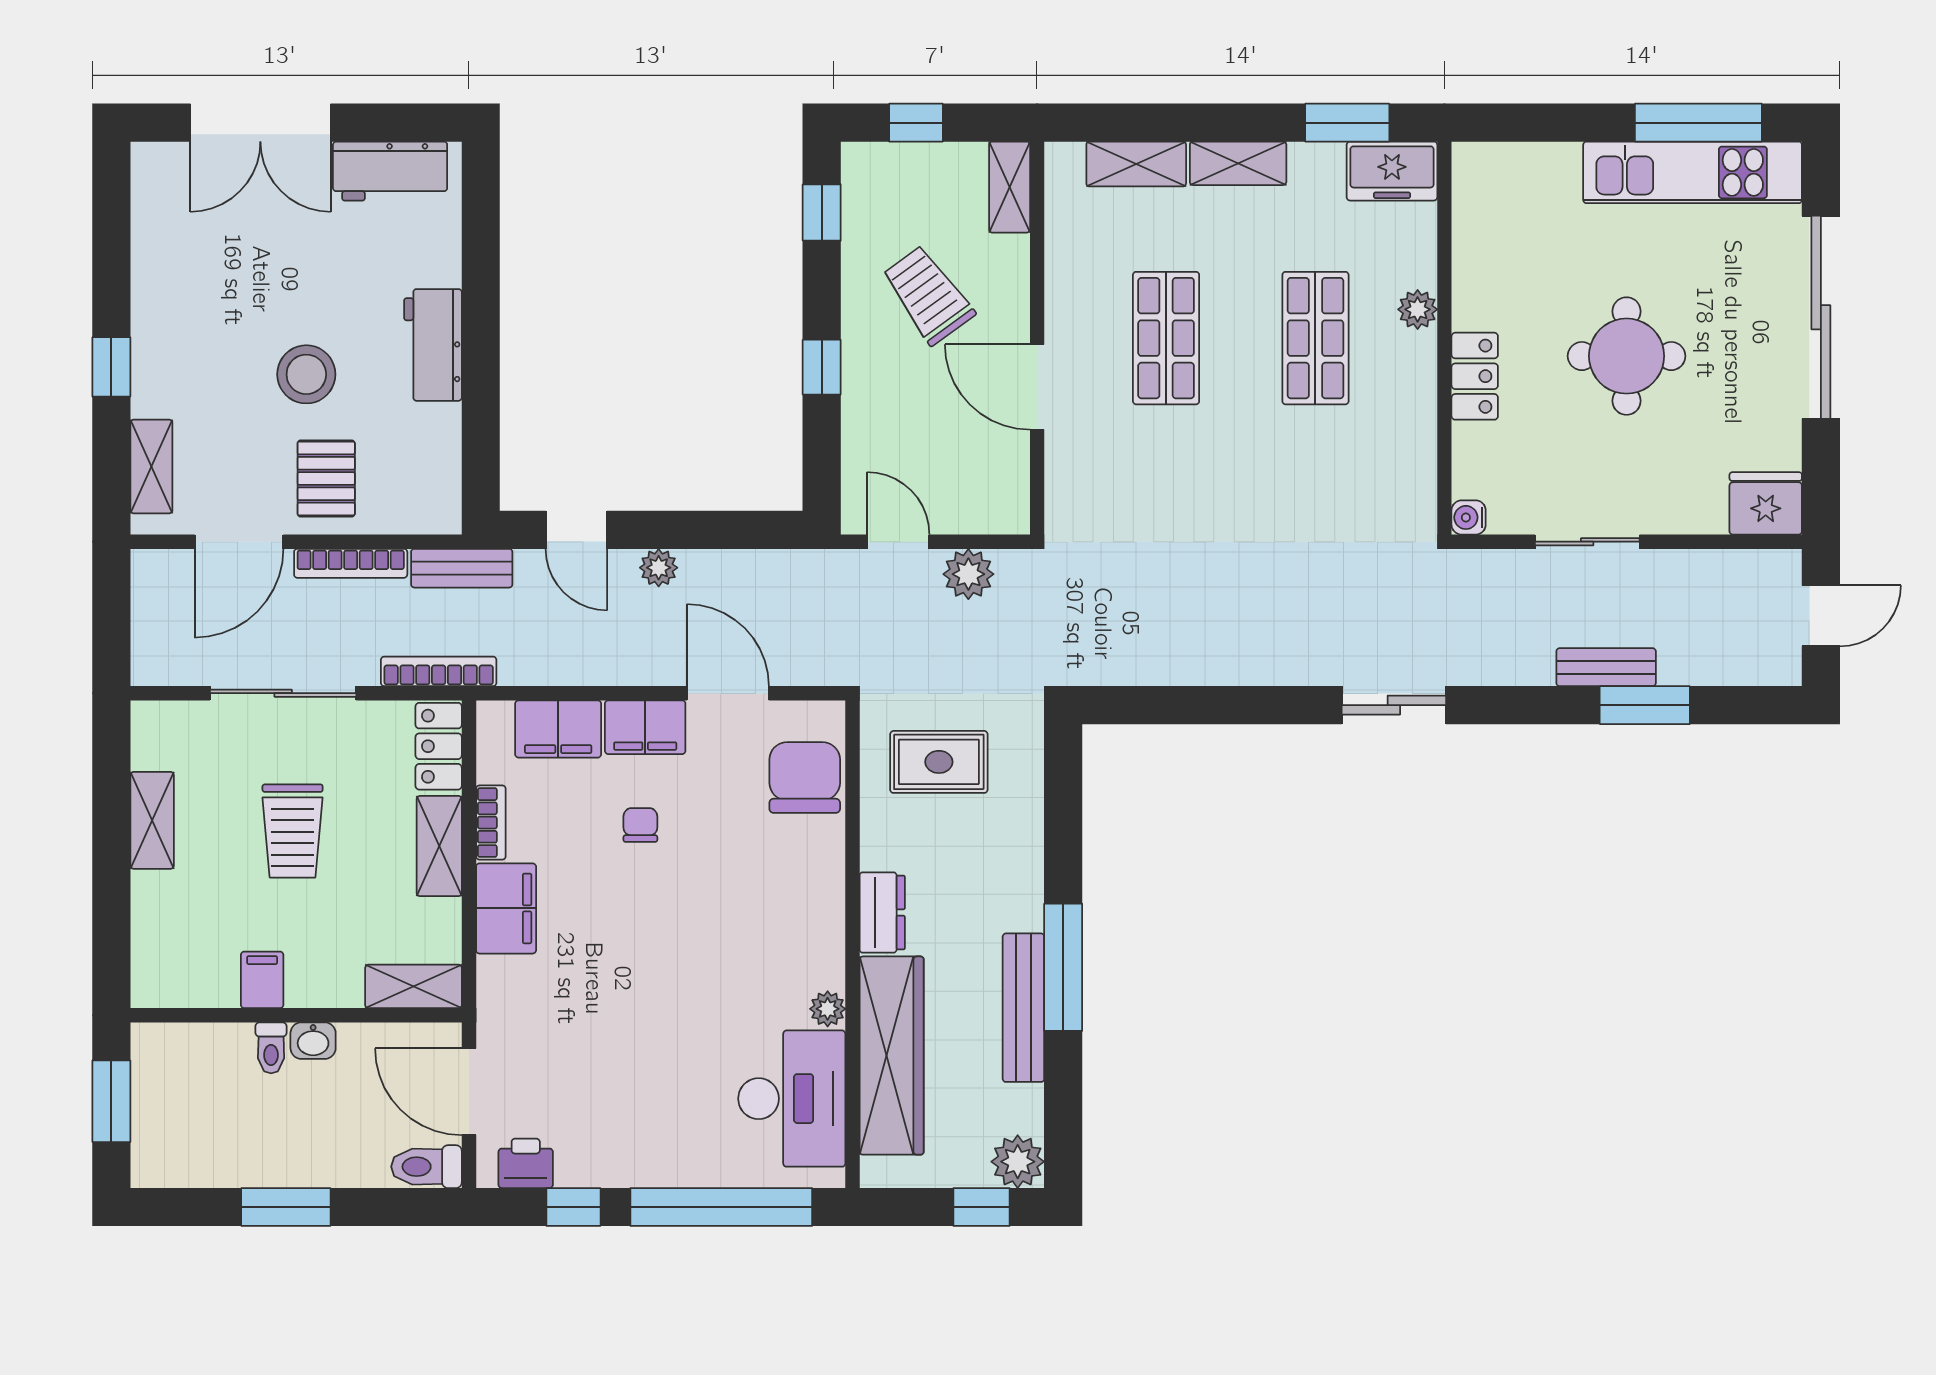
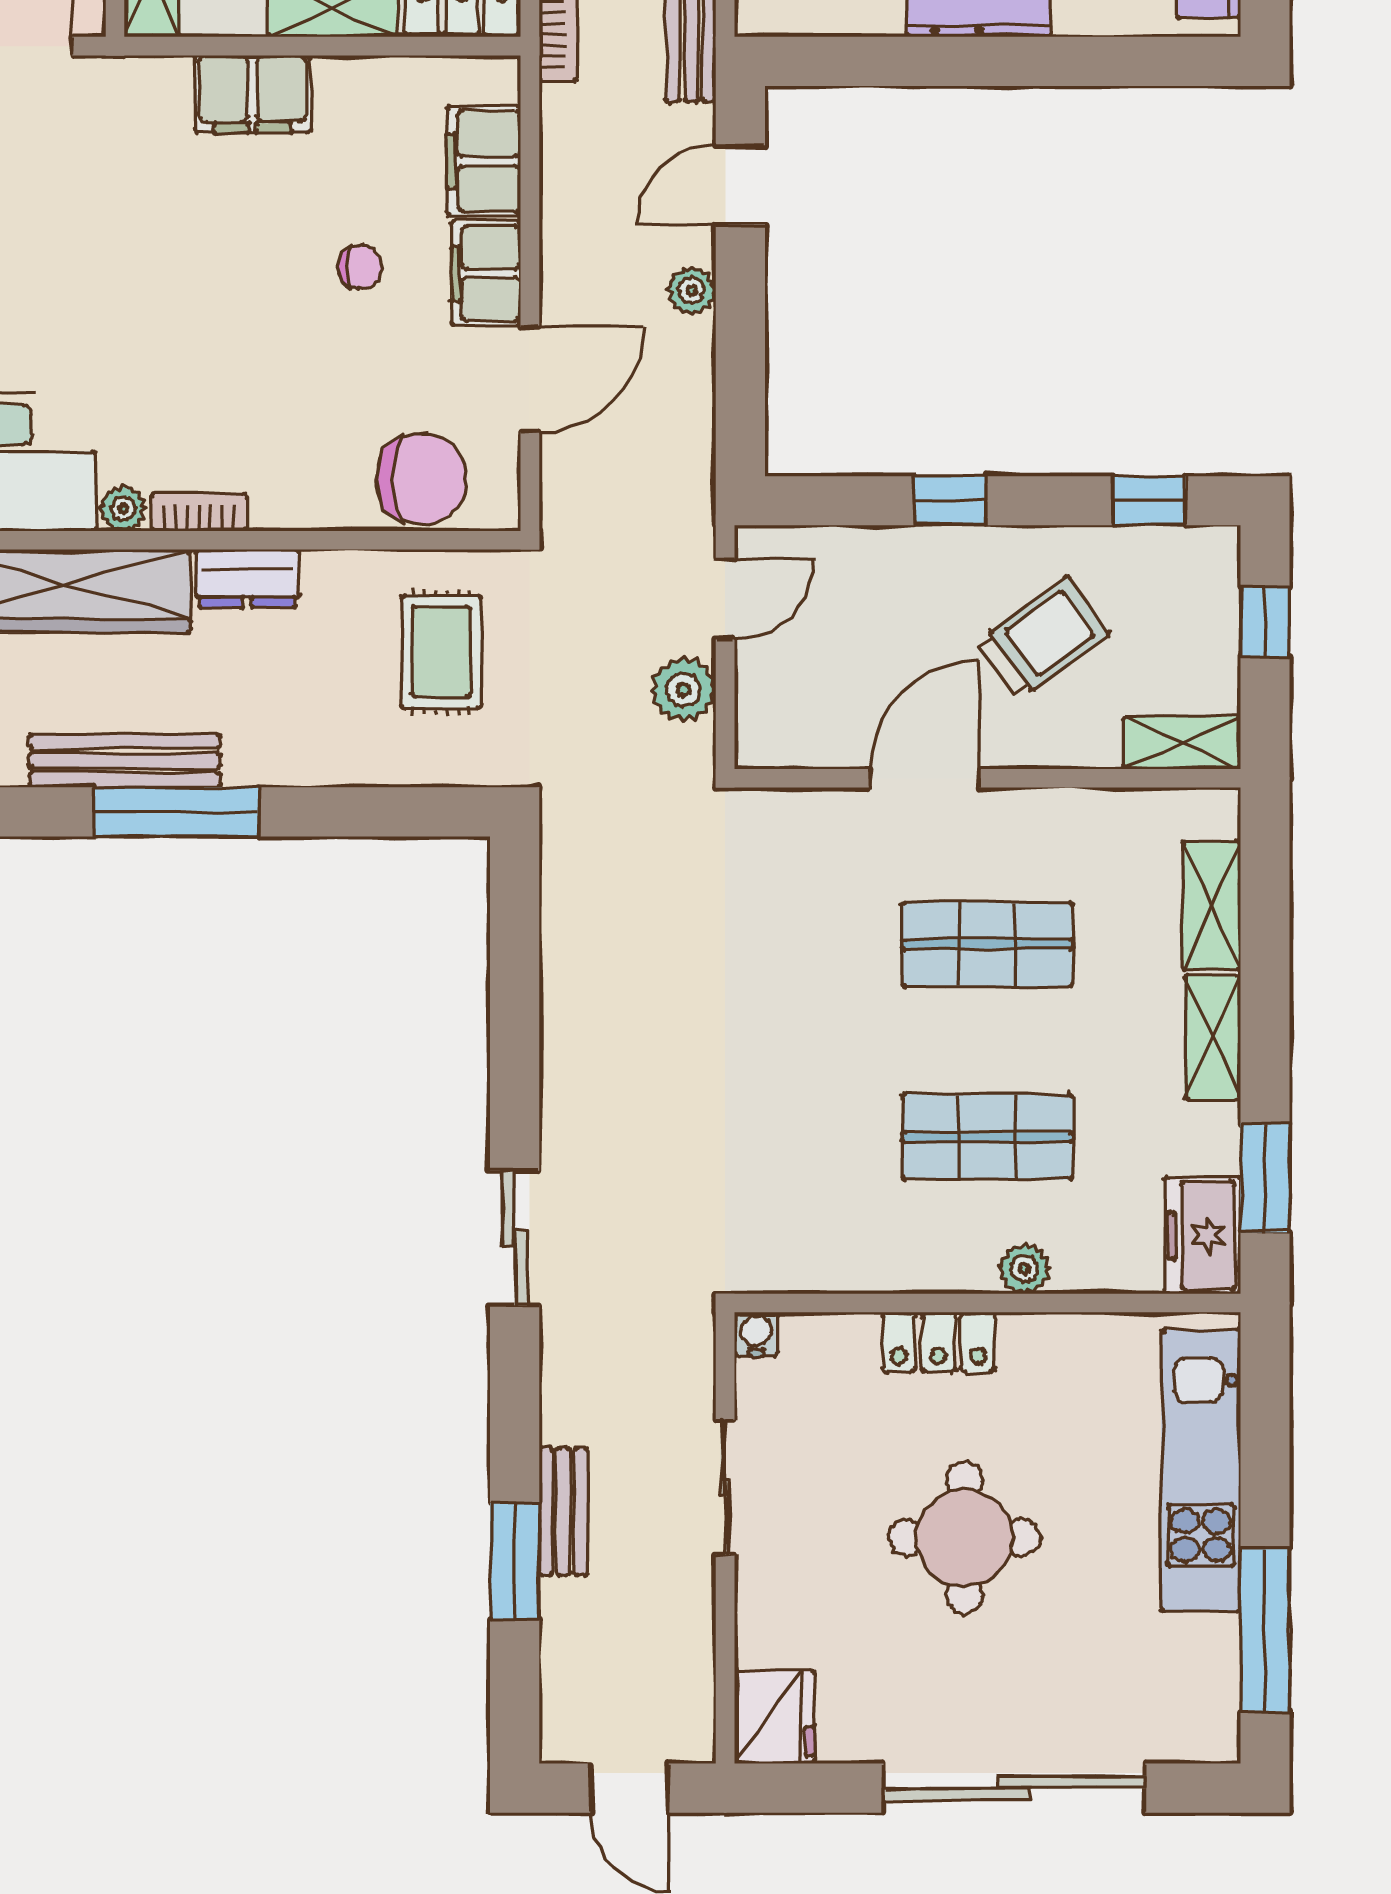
kitchen unit: (1693, 172) -> (1201, 1470), moved
bookcase: (491, 823) -> (199, 512), moved, turned 180

